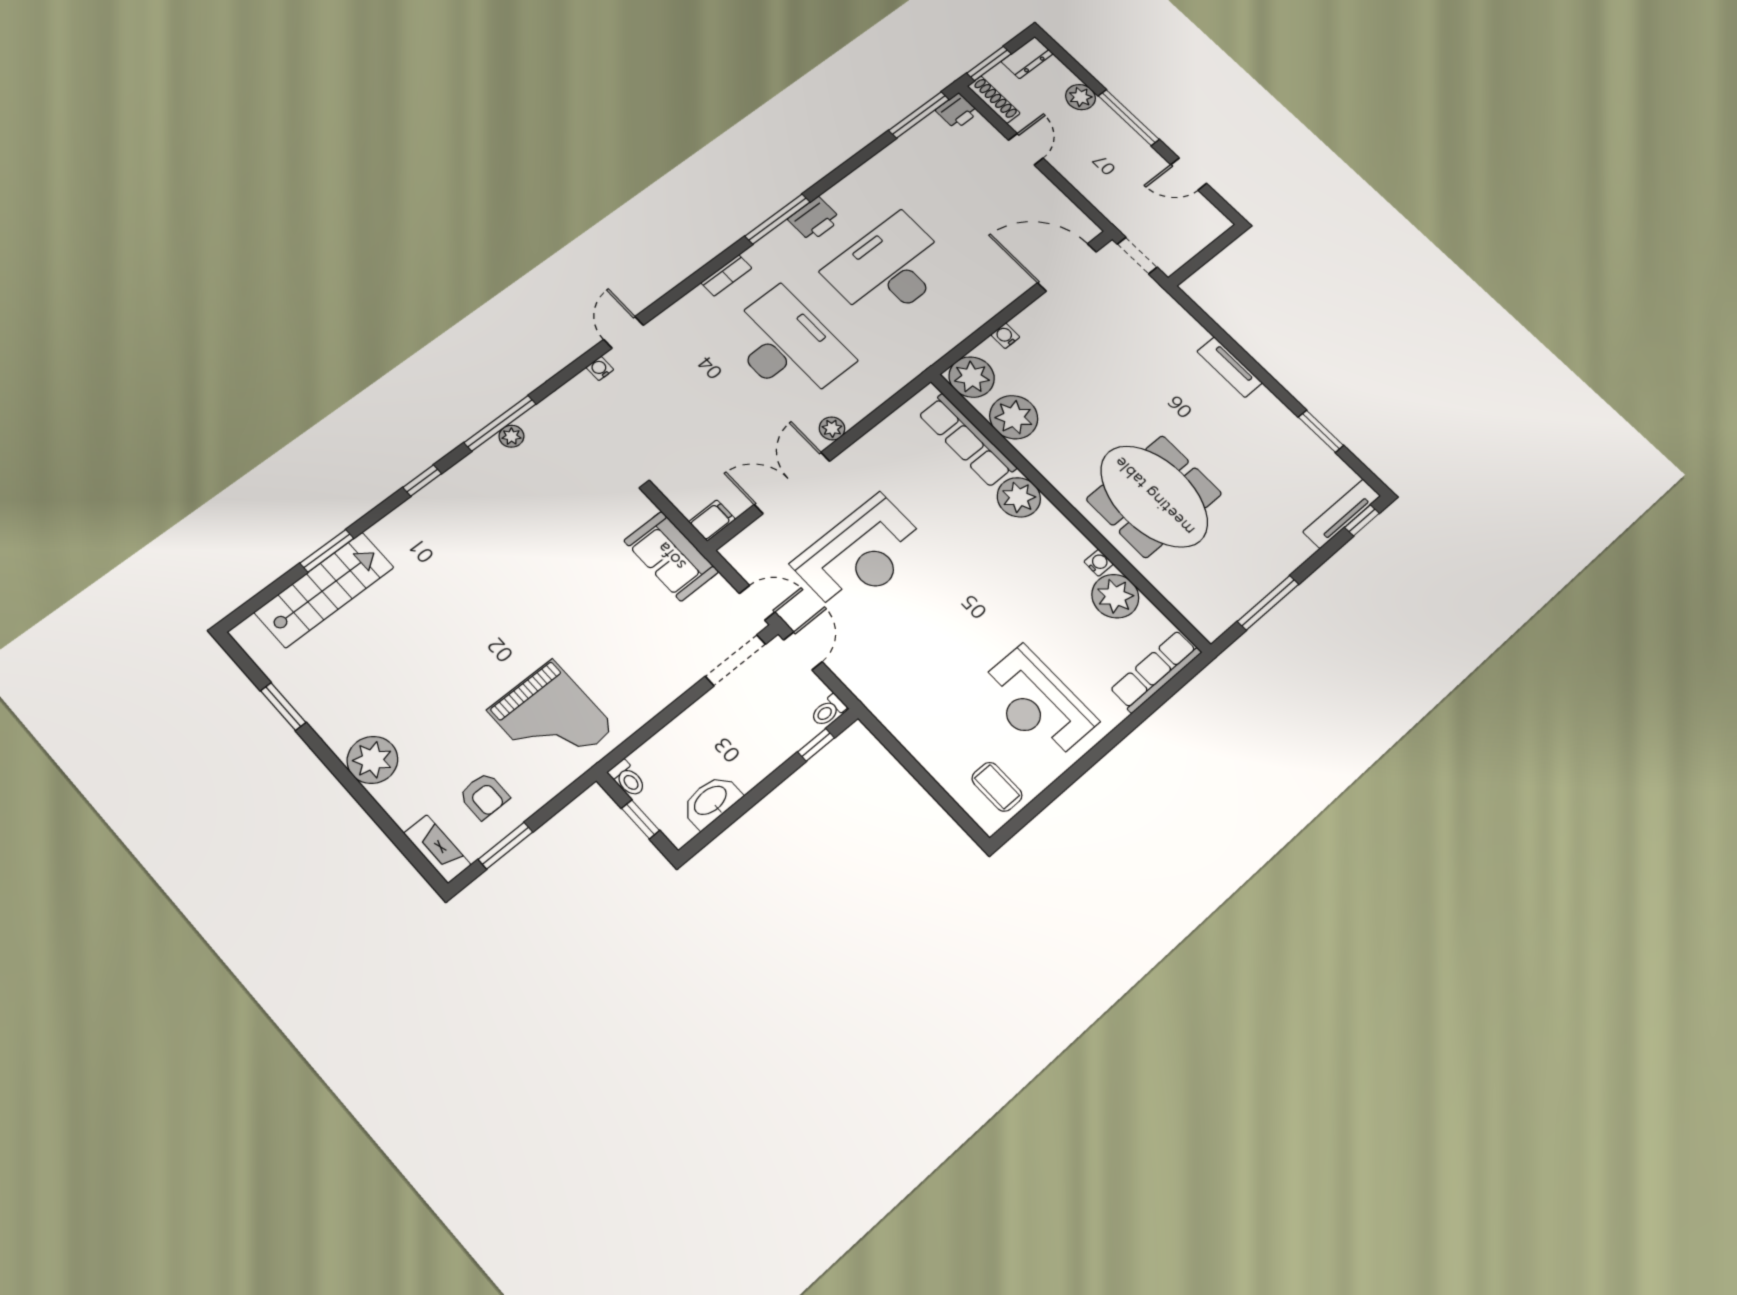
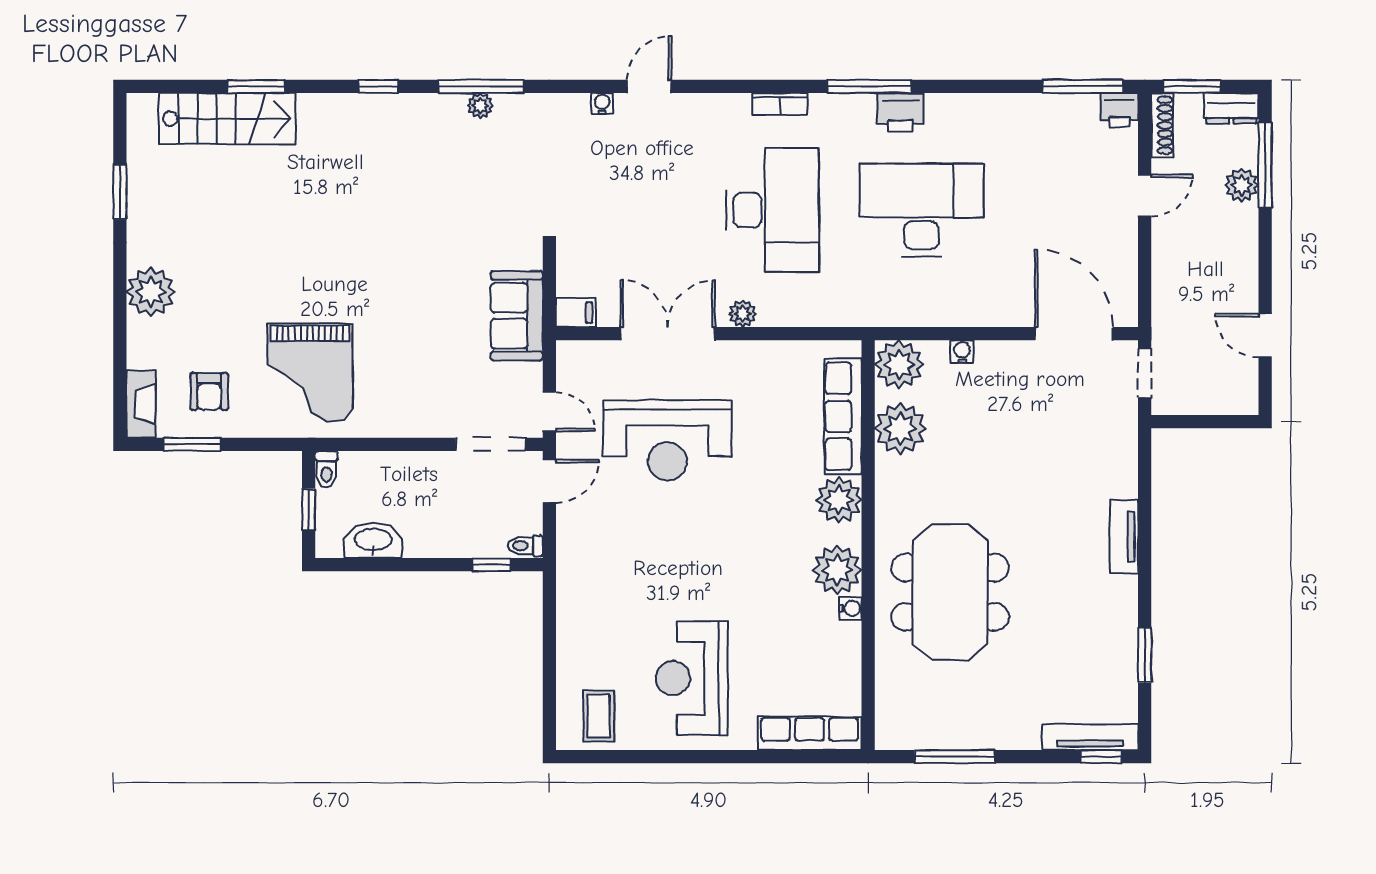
window: (1129, 118) -> (1265, 165), moved
plant: (1115, 596) -> (837, 570), moved

